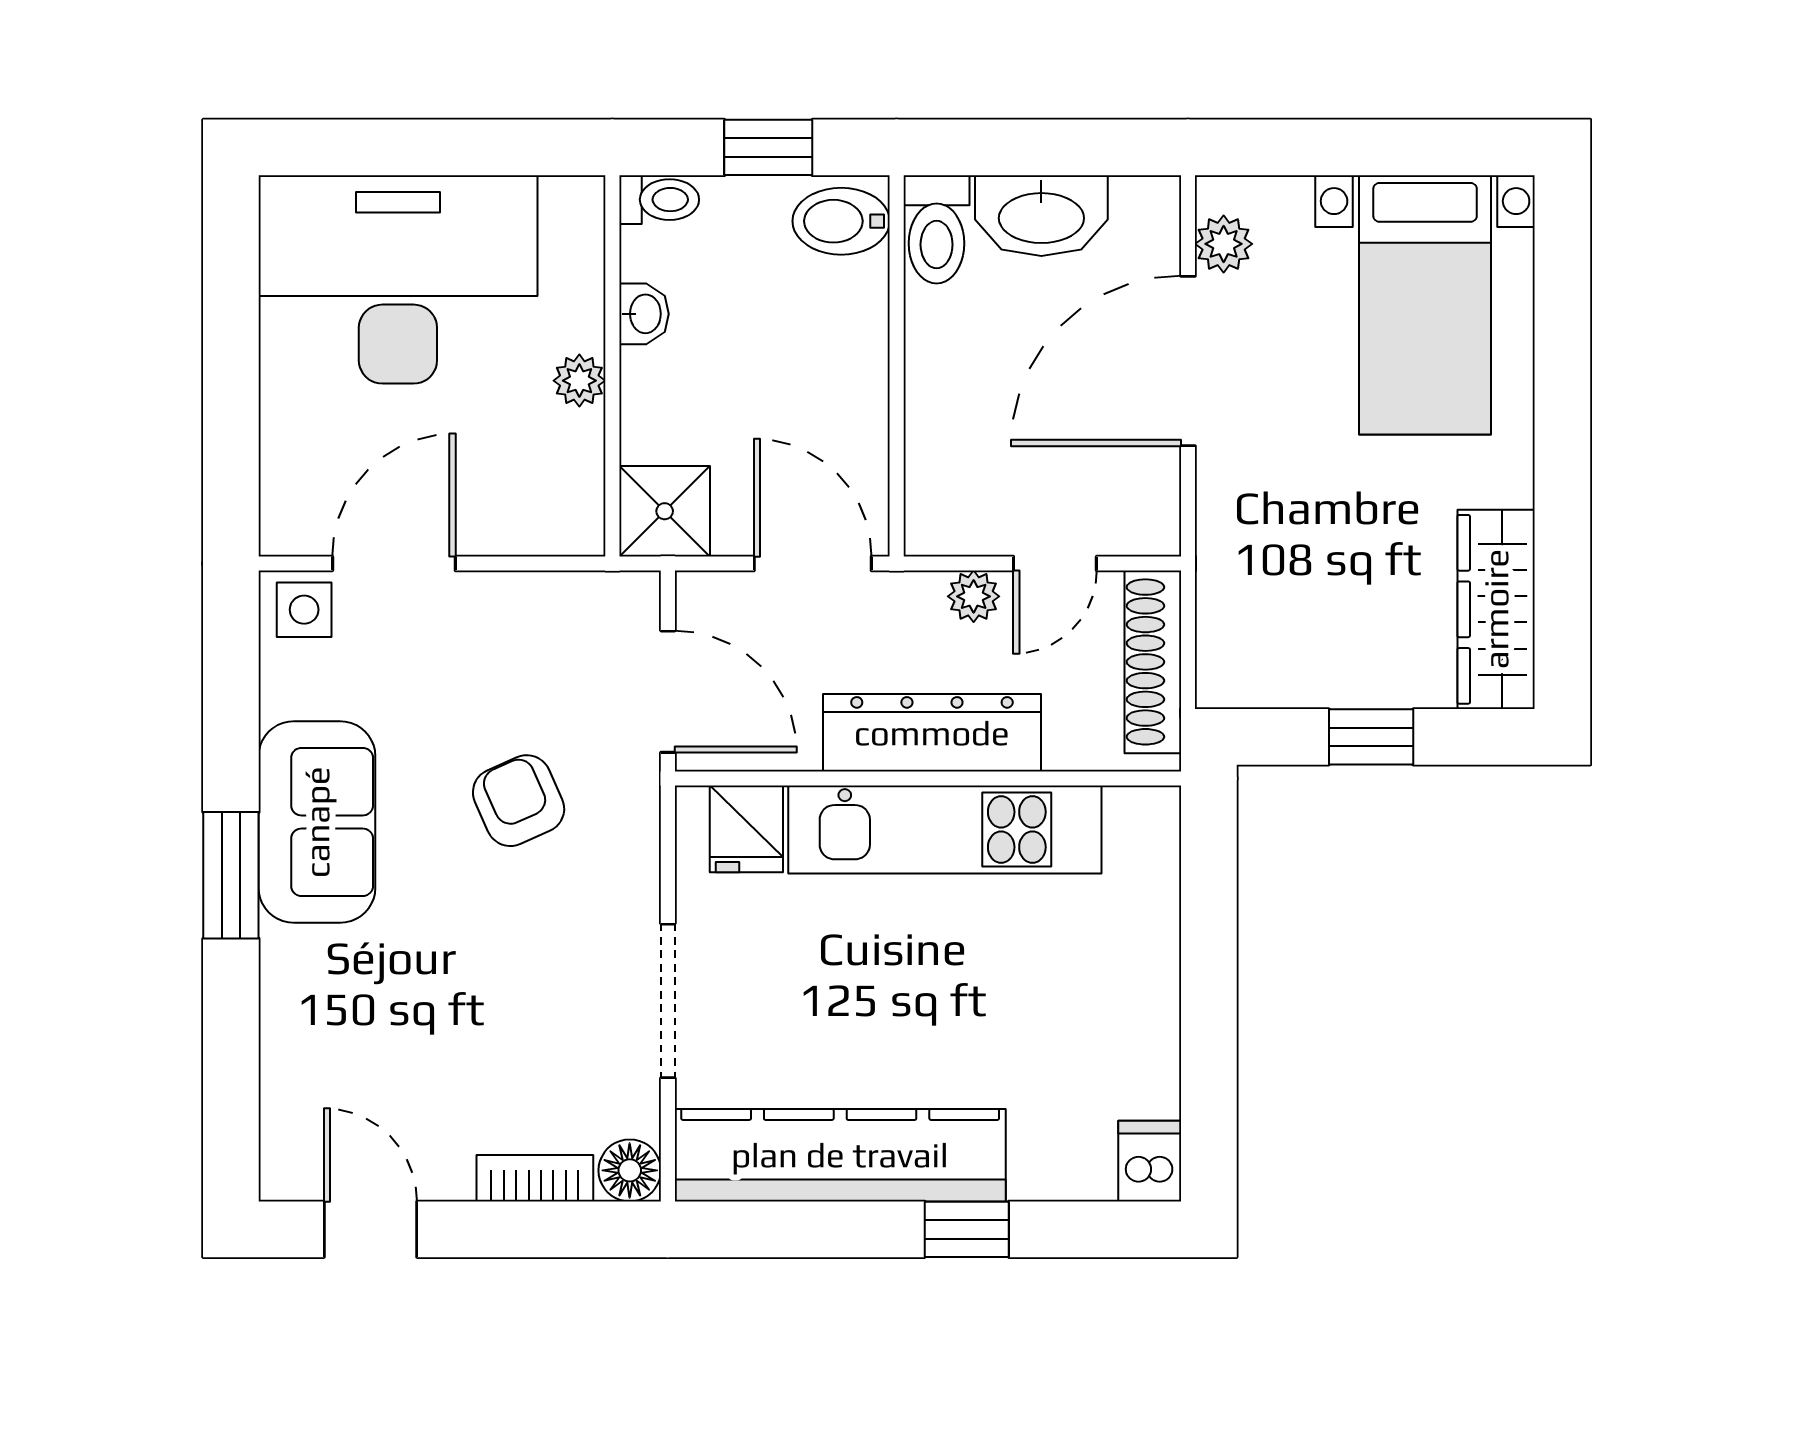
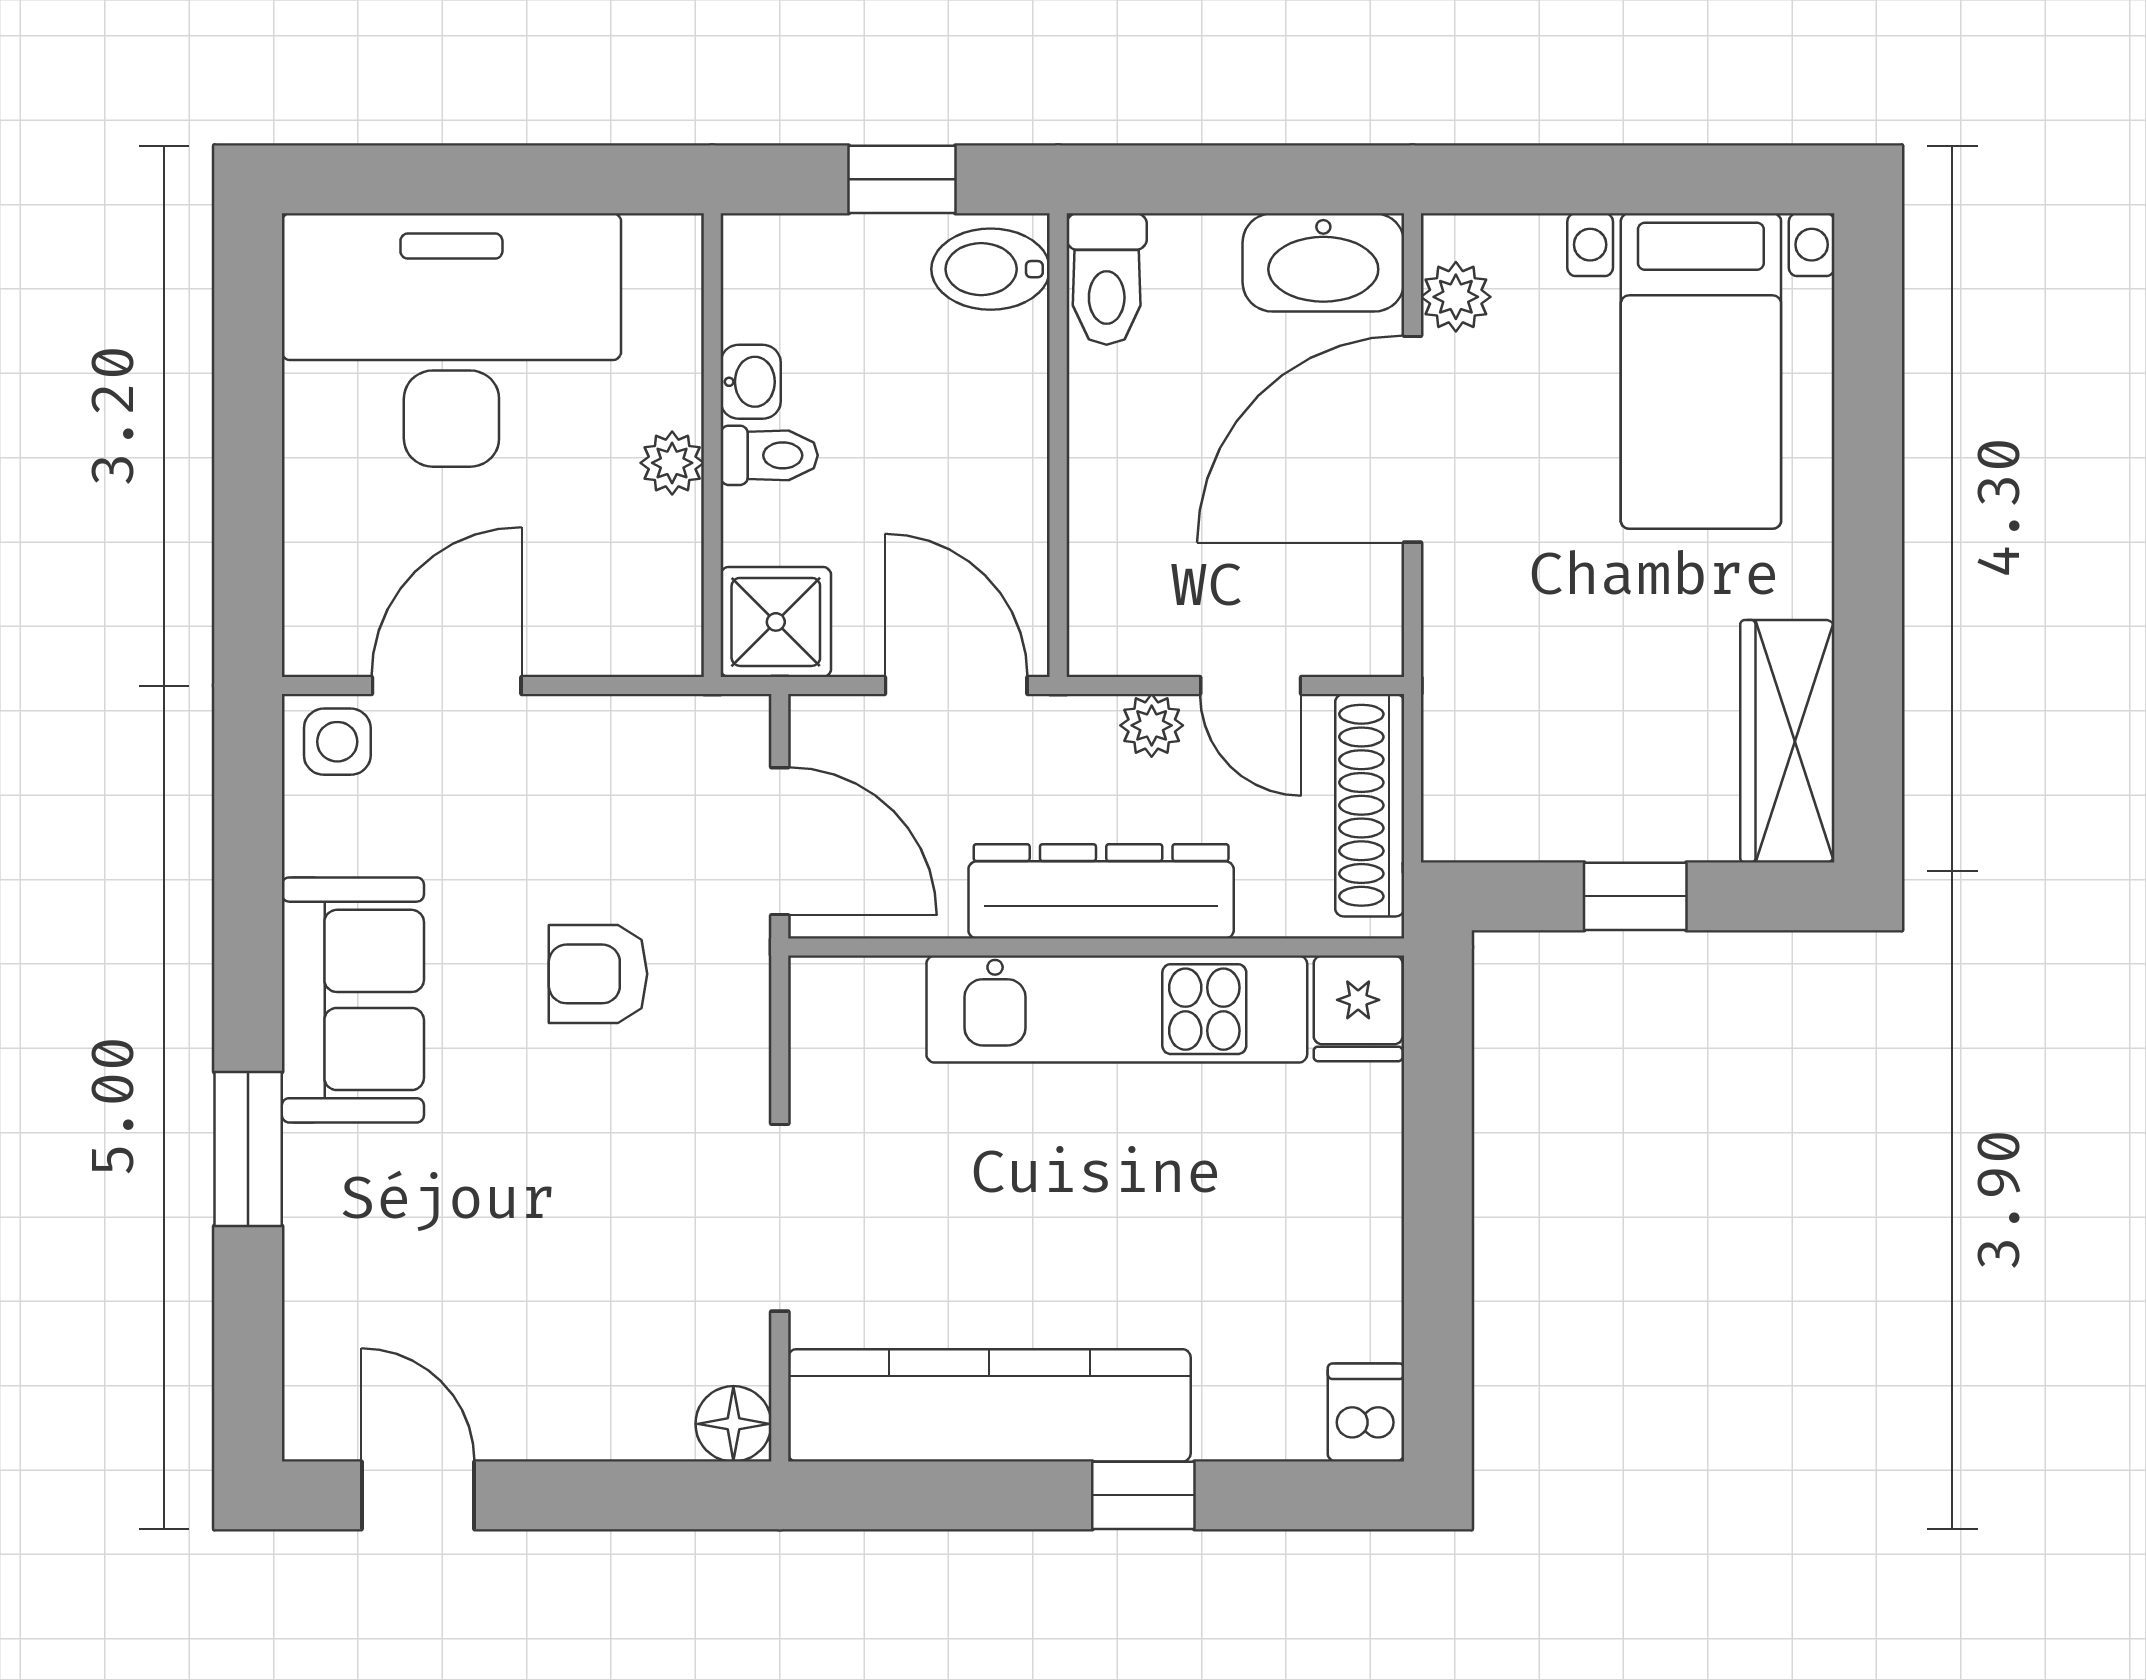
toilet: (659, 200) -> (769, 455), moved
washbasin: (1041, 216) -> (1323, 262), moved
door: (1055, 563) -> (1251, 686), hinge flipped
armchair: (519, 801) -> (598, 974), turned -66
fridge: (746, 829) -> (1358, 1008), moved
window: (231, 875) -> (248, 1149), moved
bookcase: (535, 1178) -> (618, 1433), removed

